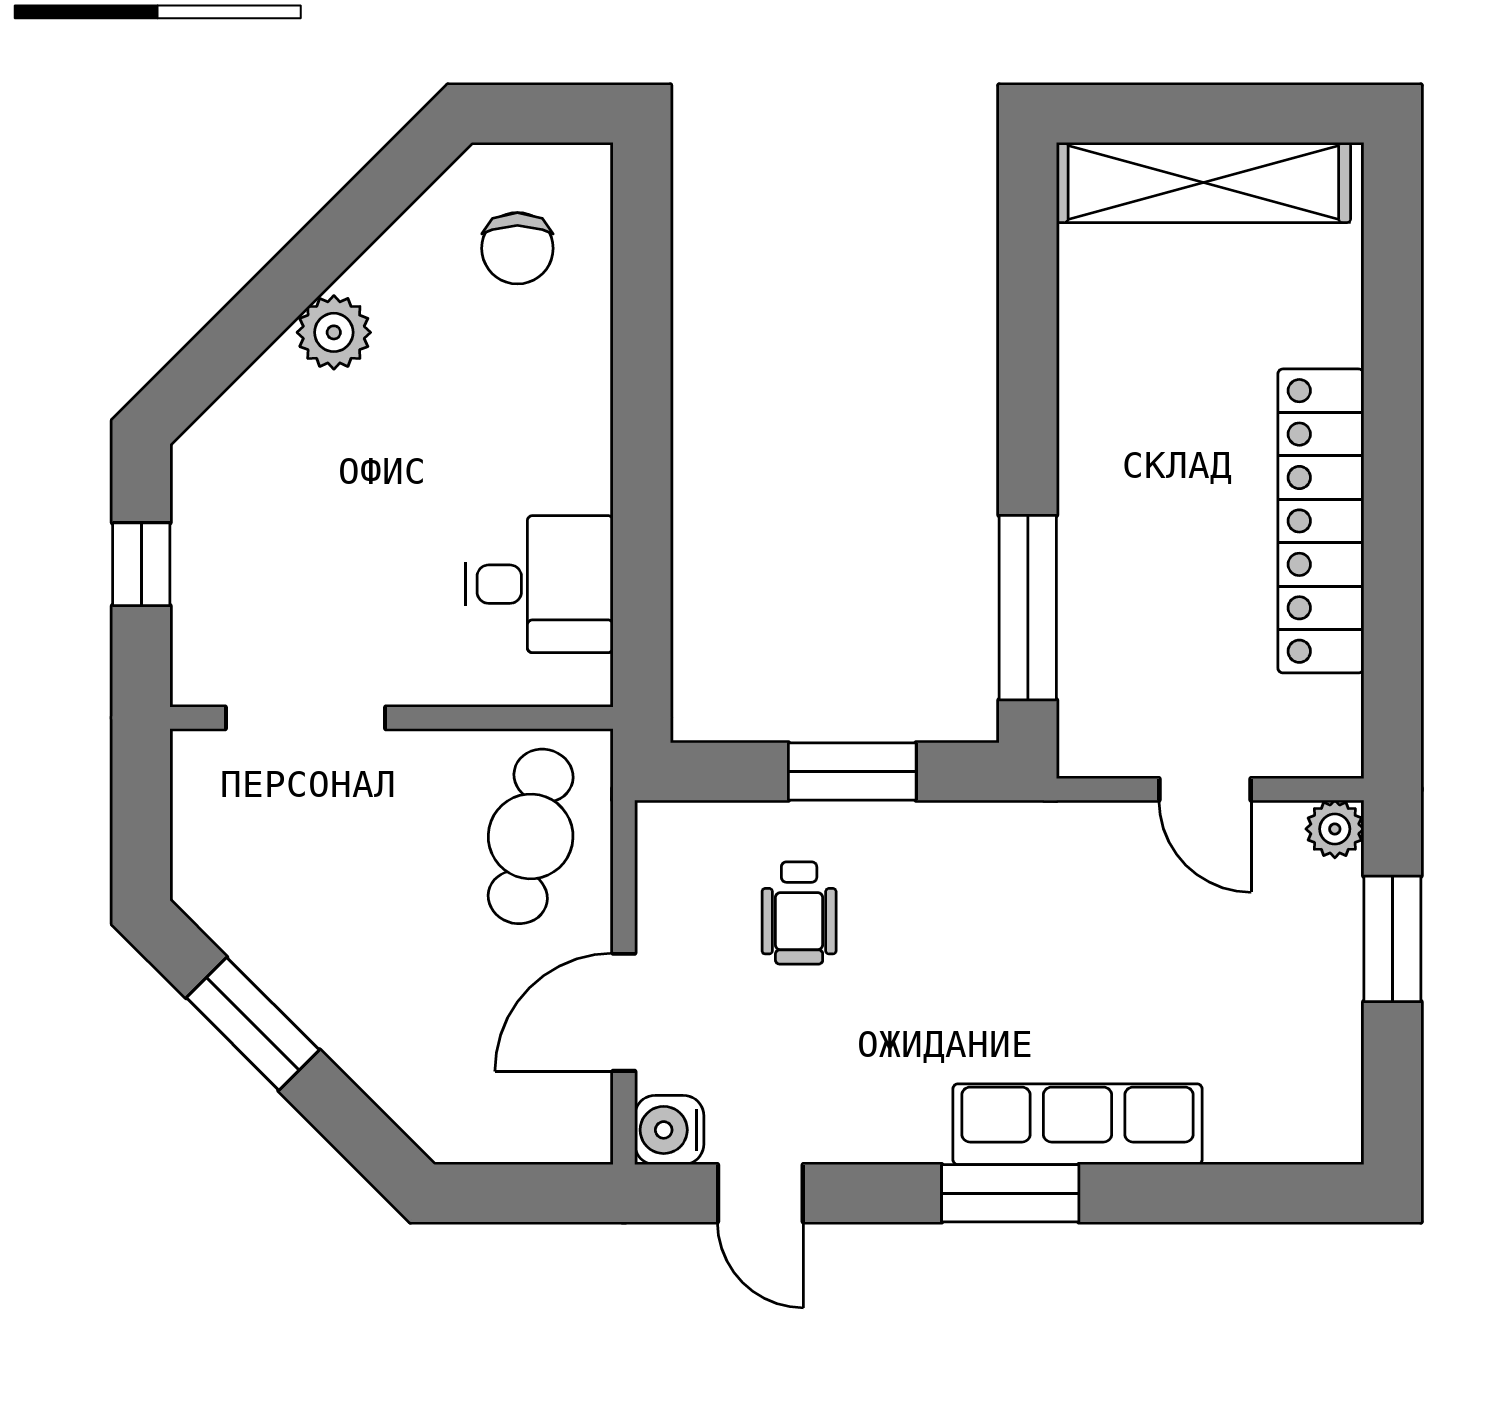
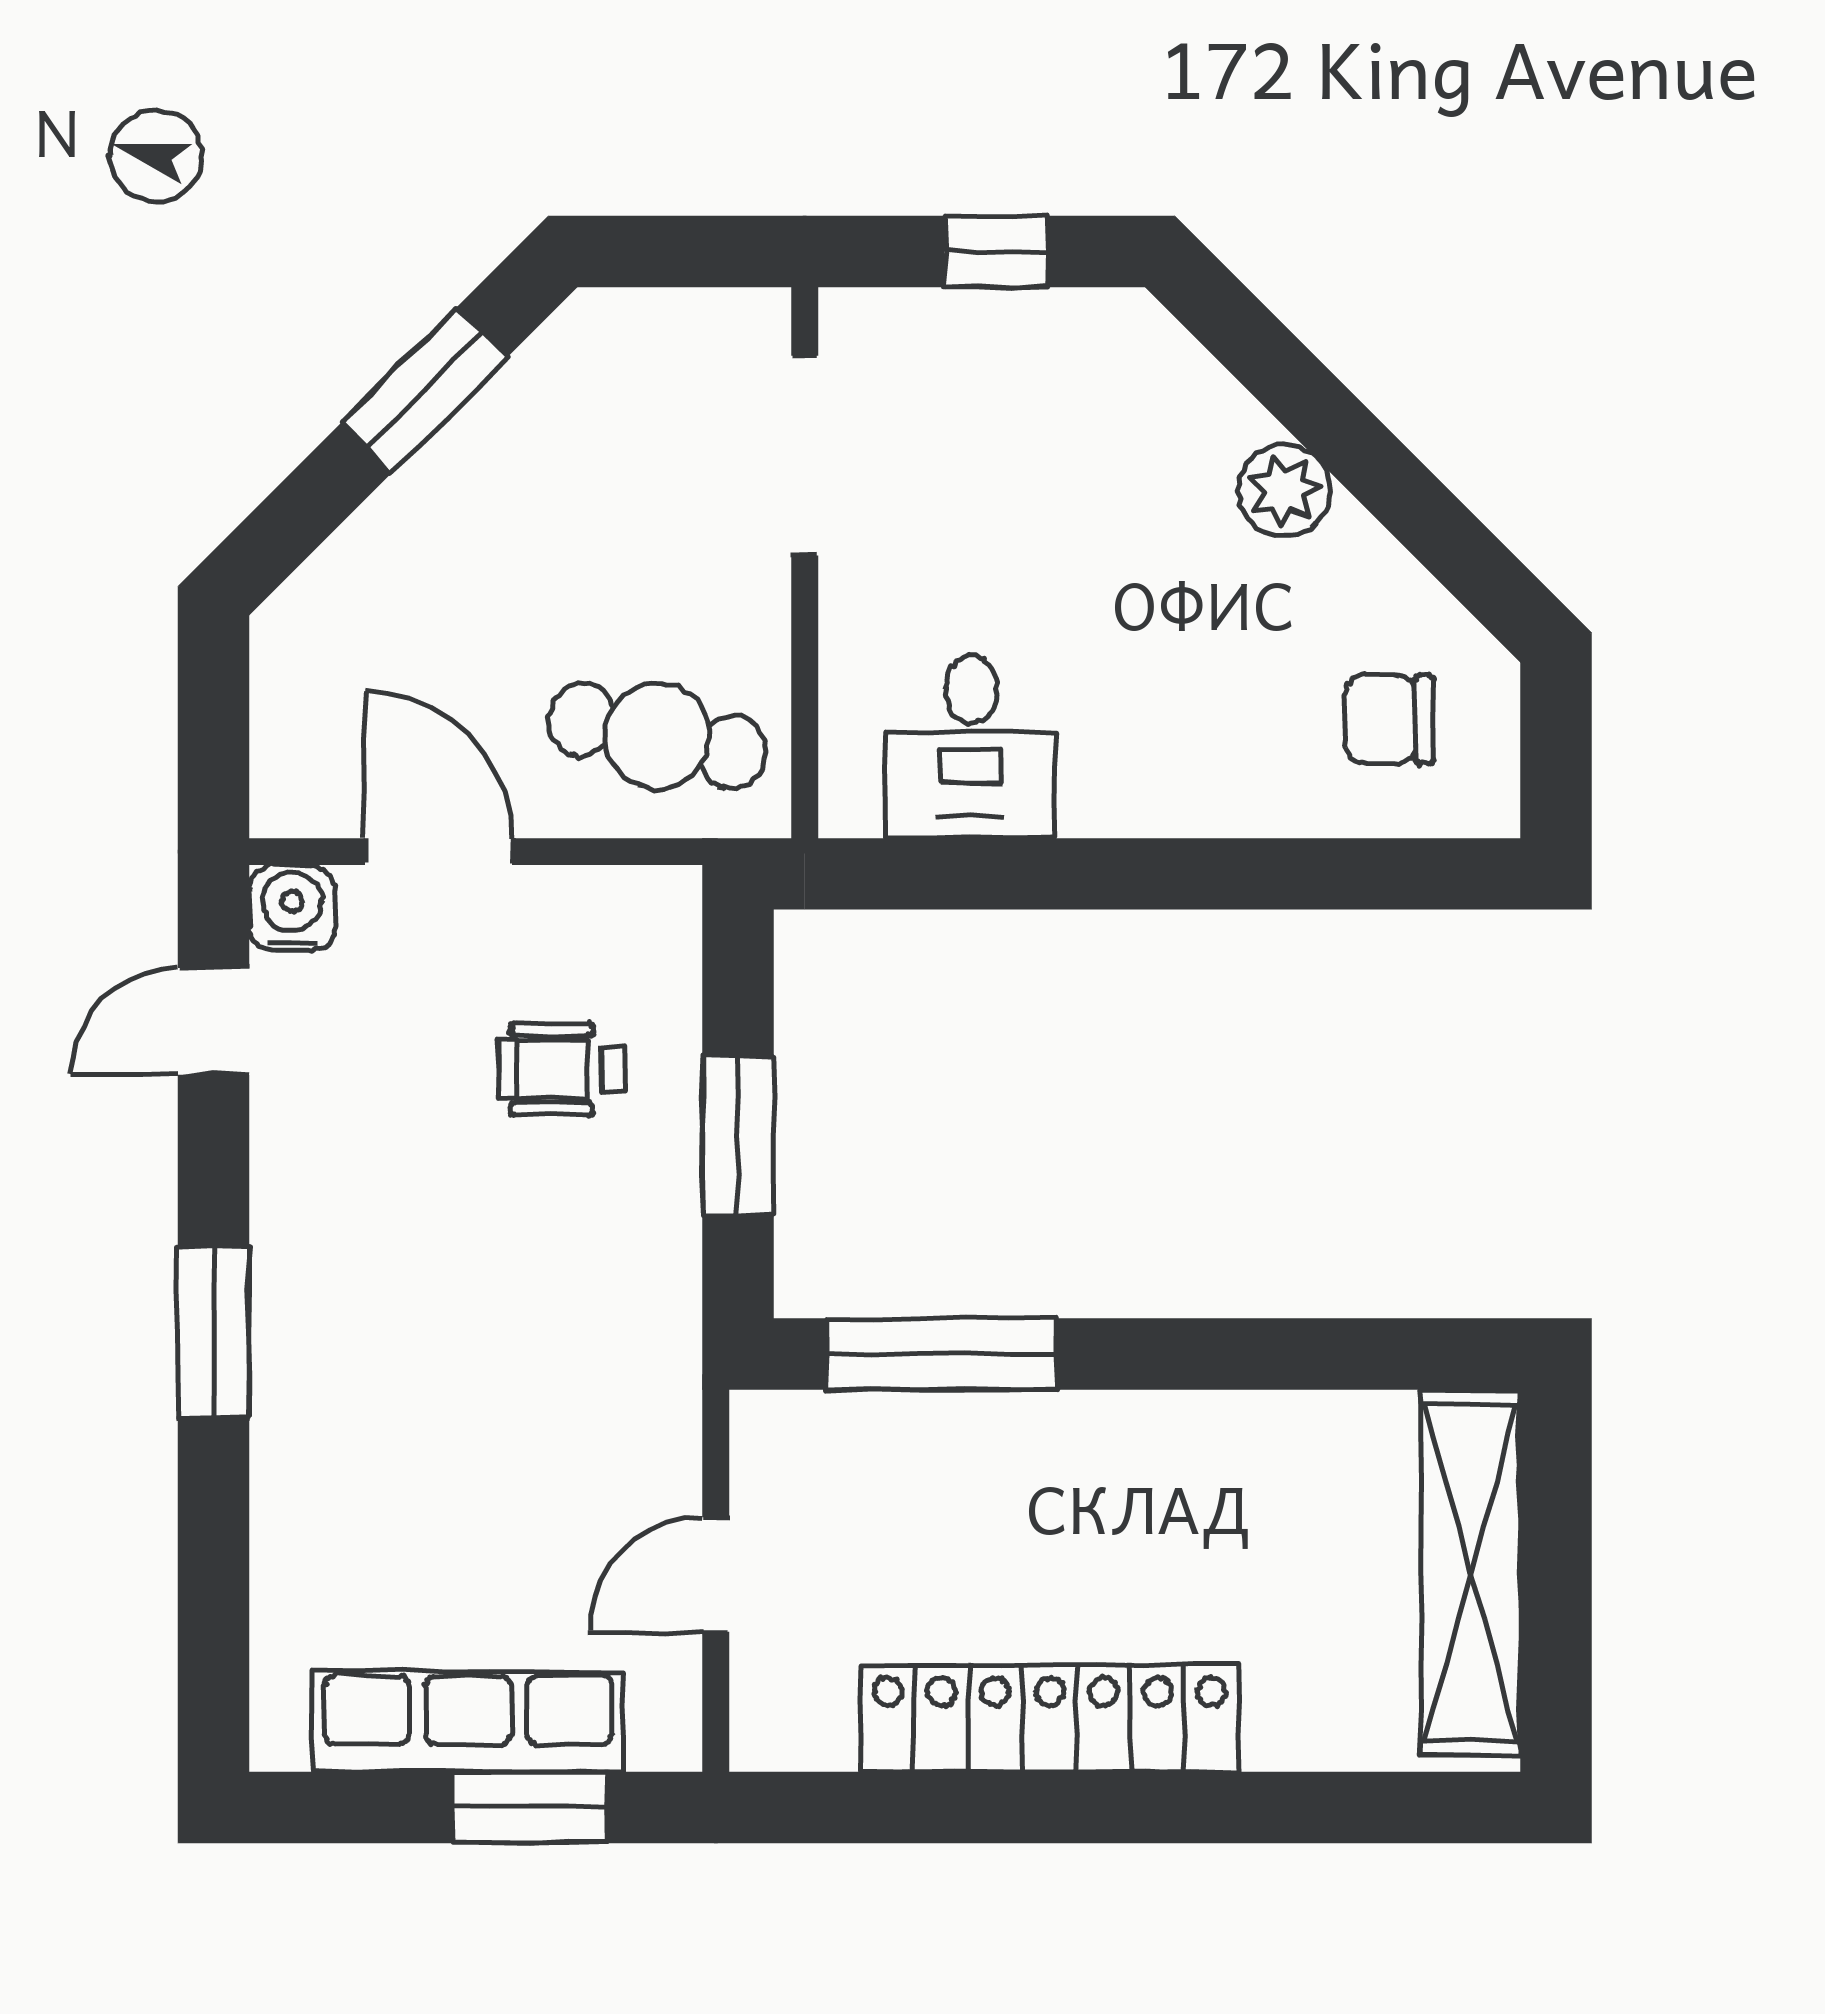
plant: (1335, 829) -> (666, 1736), removed
row of seats: (1078, 1124) -> (468, 1722), moved, turned -90

